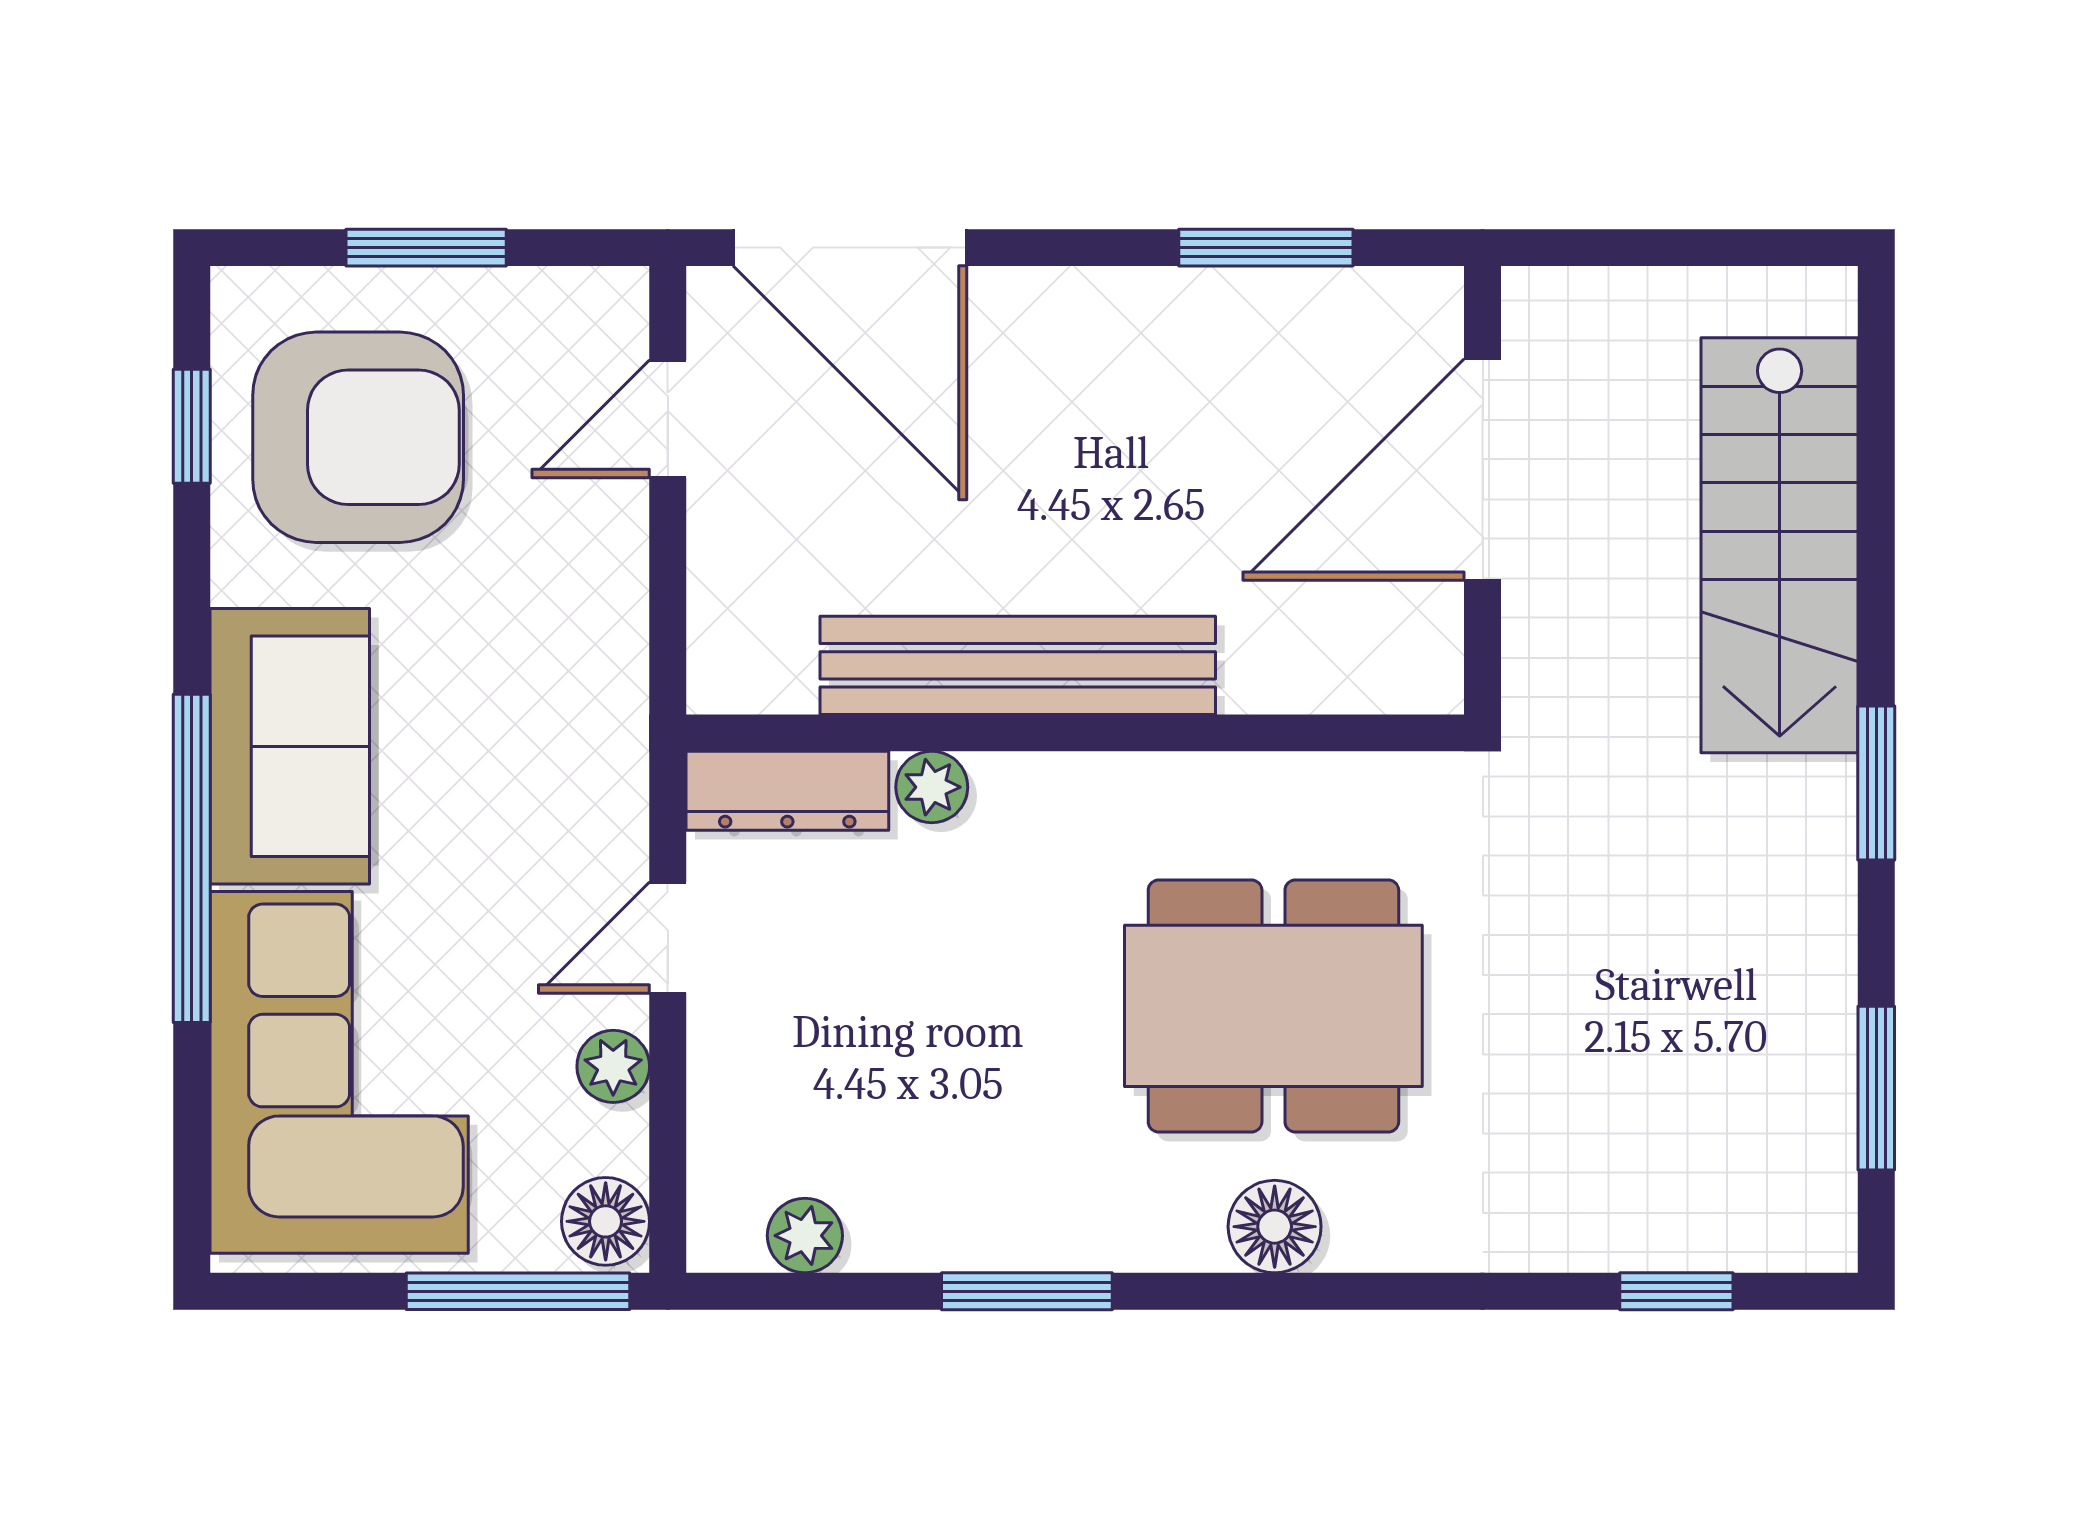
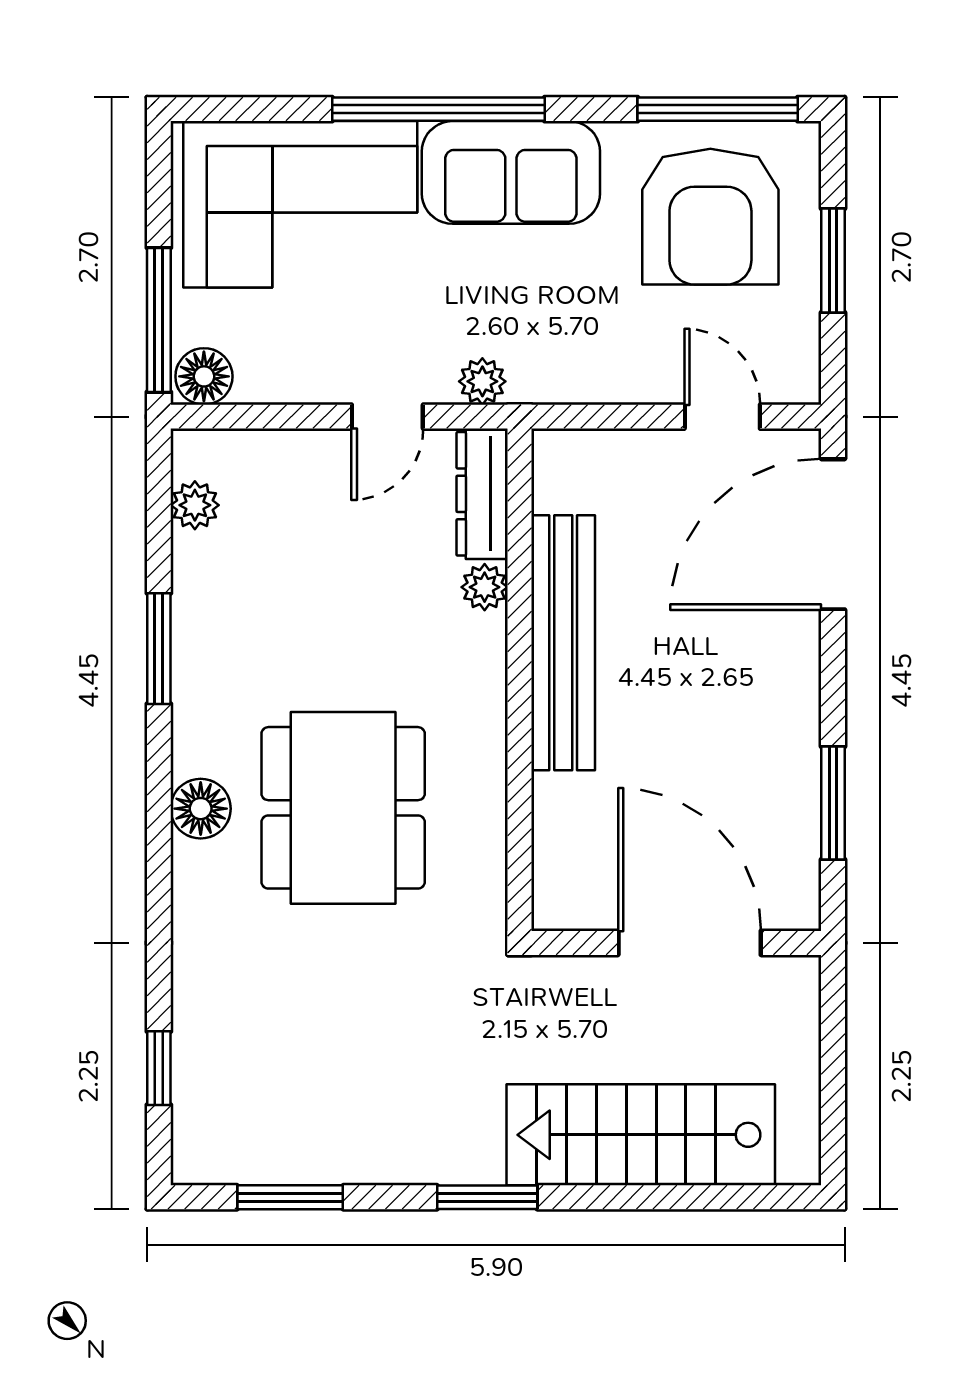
window: (192, 426) -> (718, 109), width x2.17
door: (668, 938) -> (387, 417), swing flipped
plant: (613, 1066) -> (482, 381), moved

